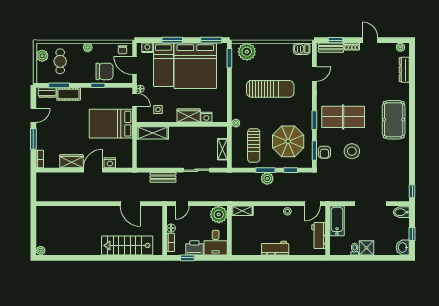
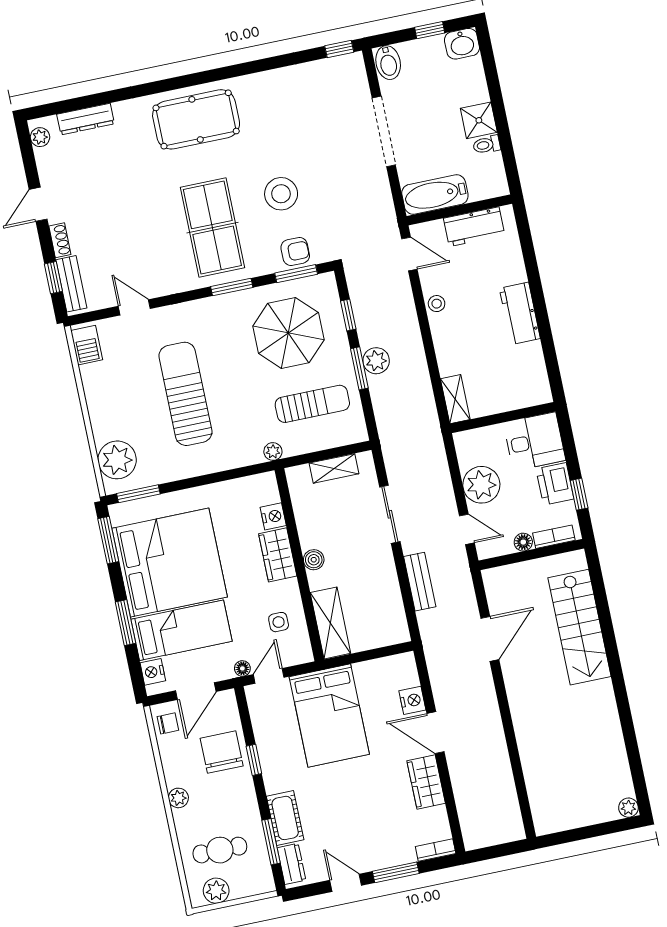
boiler: (183, 131) -> (314, 560), added
plant: (219, 214) -> (481, 485), moved

